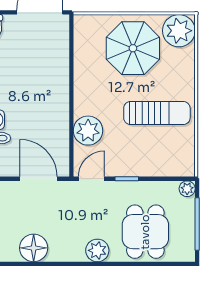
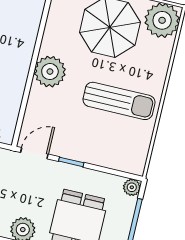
plant: (88, 131) -> (50, 72), moved

